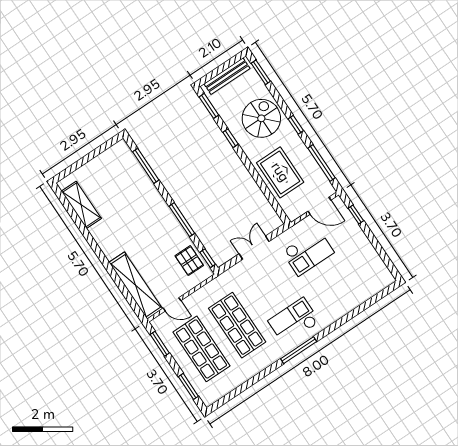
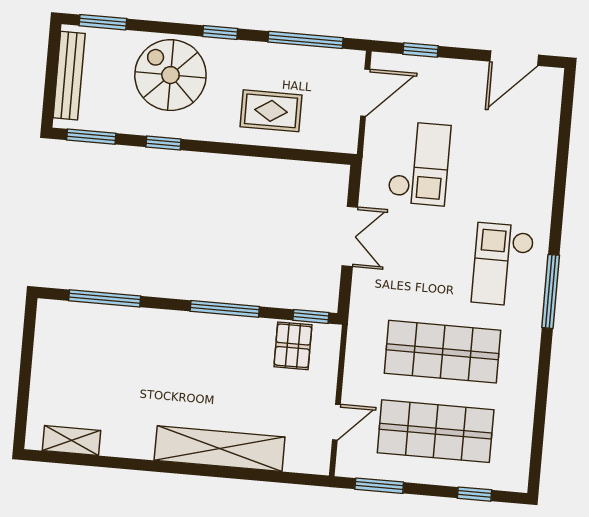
rug: (280, 172) -> (271, 111), width x0.73, depth x0.70
shelving: (81, 205) -> (71, 440), width x0.67, depth x0.75
double door: (254, 248) -> (350, 236), swing flipped
door: (384, 256) -> (514, 58), added
pallet: (189, 261) -> (293, 346), turned 90
shelving: (136, 286) -> (220, 449), moved
window: (188, 386) -> (475, 494), width x0.67

